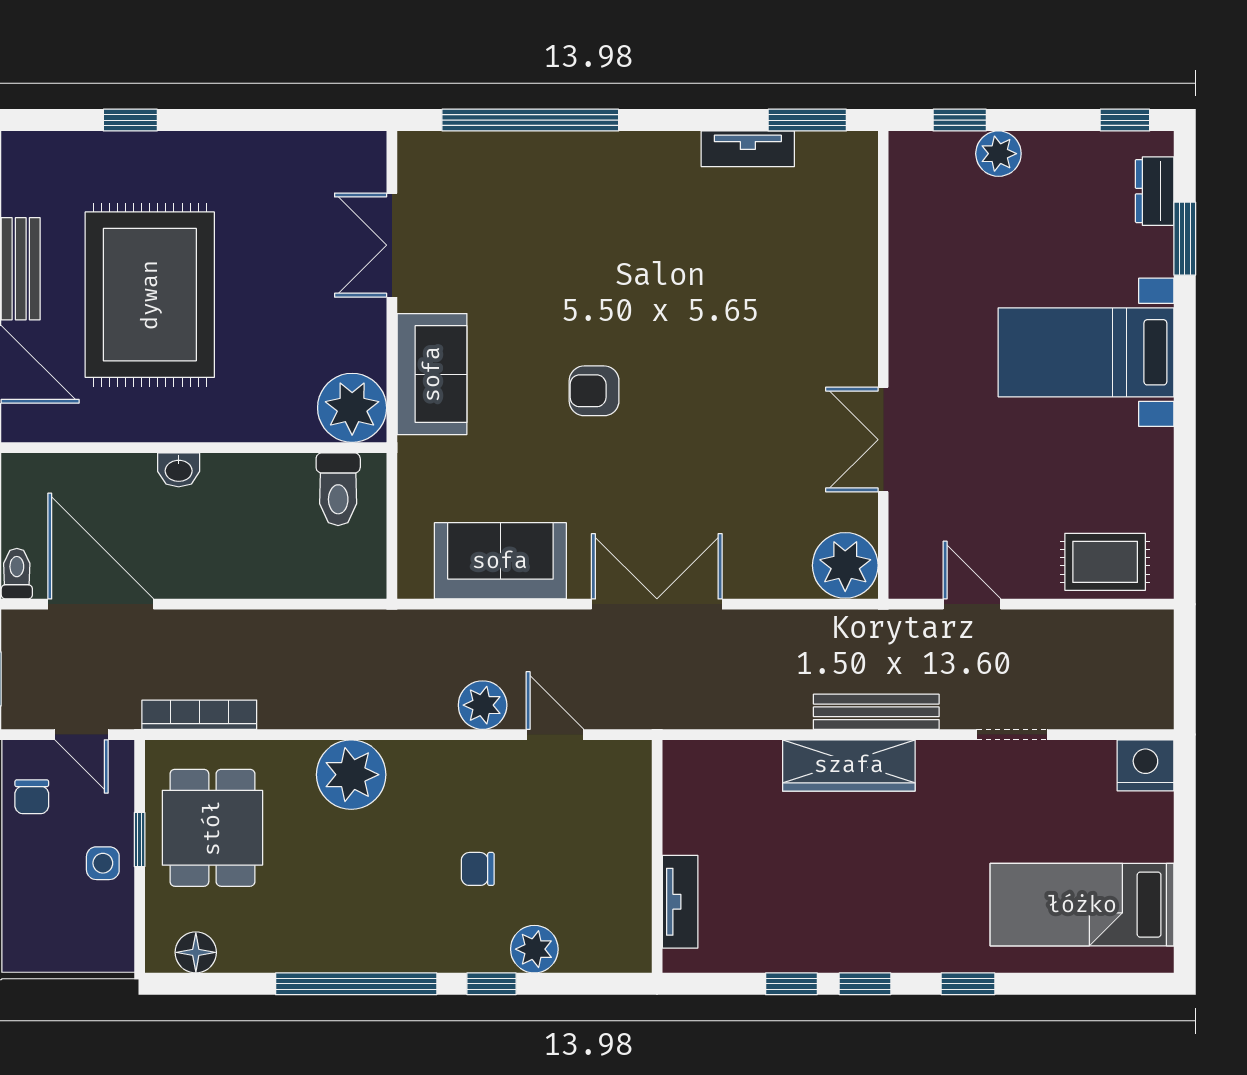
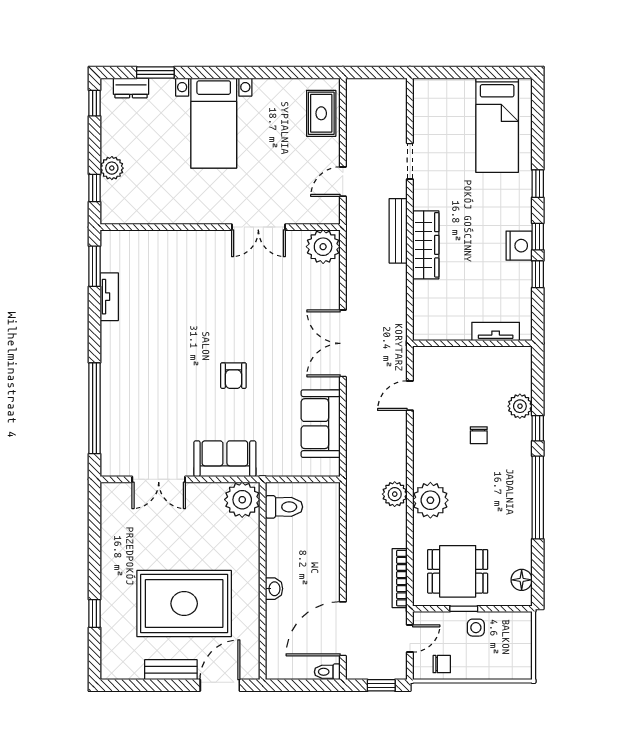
plant: (483, 705) -> (395, 494), moved
nightstand: (1145, 765) -> (519, 246), moved, turned 180

